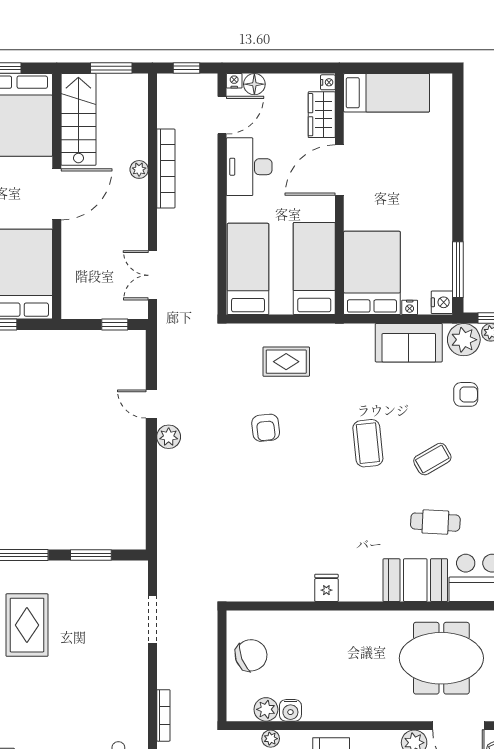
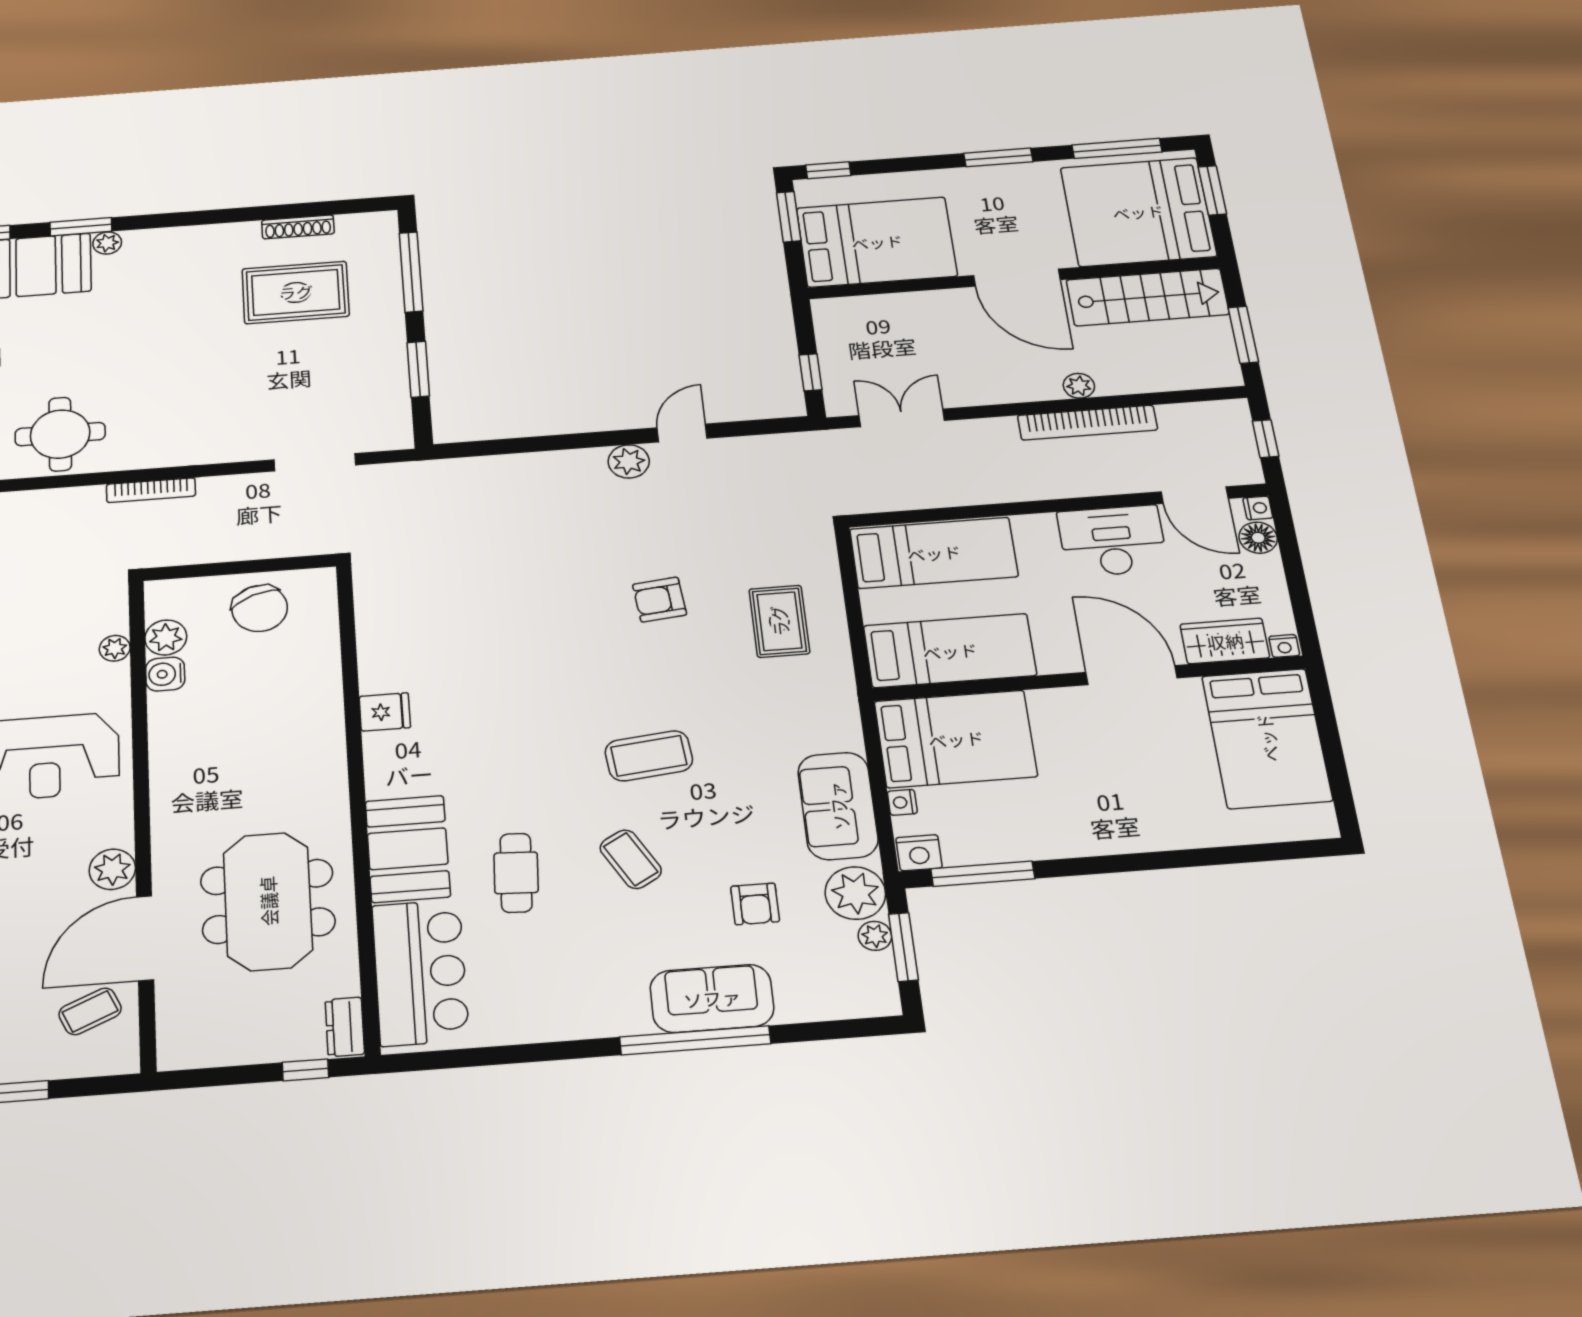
bed: (387, 93) -> (1267, 738), width x1.50

